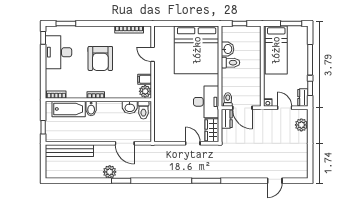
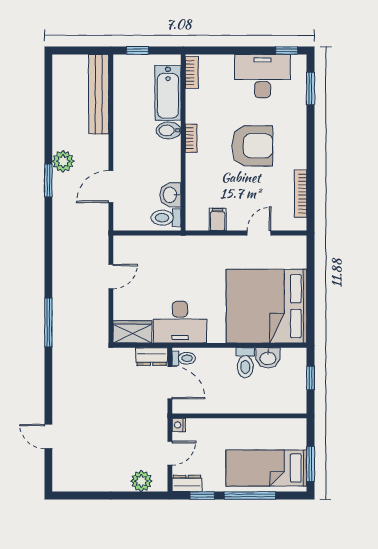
bed: (276, 50) -> (266, 468), moved
armchair: (100, 58) -> (252, 146), turned 180
plant: (145, 91) -> (197, 221), removed
door: (242, 108) -> (170, 383), swing flipped
door: (193, 143) -> (111, 276), moved

